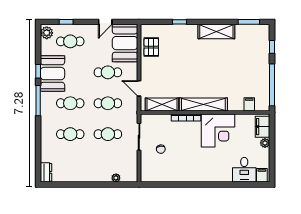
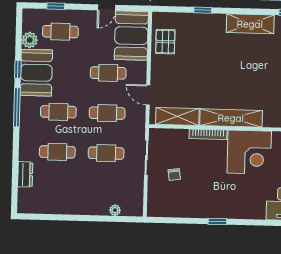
plant: (47, 33) -> (30, 40), moved
dresser: (46, 172) -> (25, 174), moved
window: (195, 185) -> (217, 221), added

